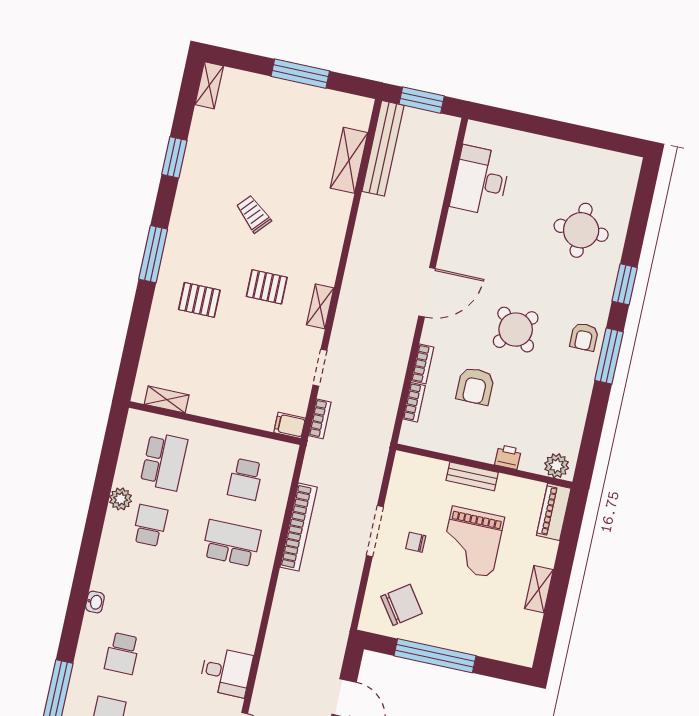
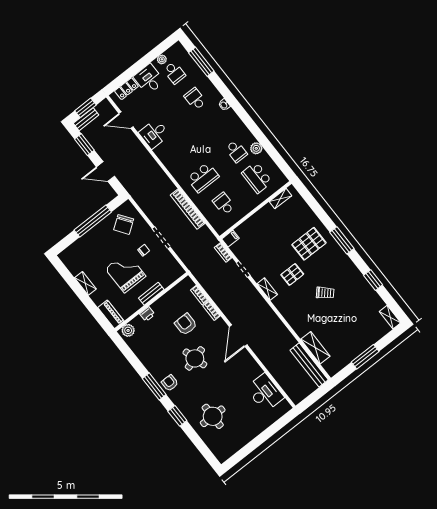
window: (422, 100) -> (315, 396), removed
pallet: (199, 300) -> (309, 244), width x1.50, depth x1.42
round table: (516, 330) -> (195, 358), turned 32

